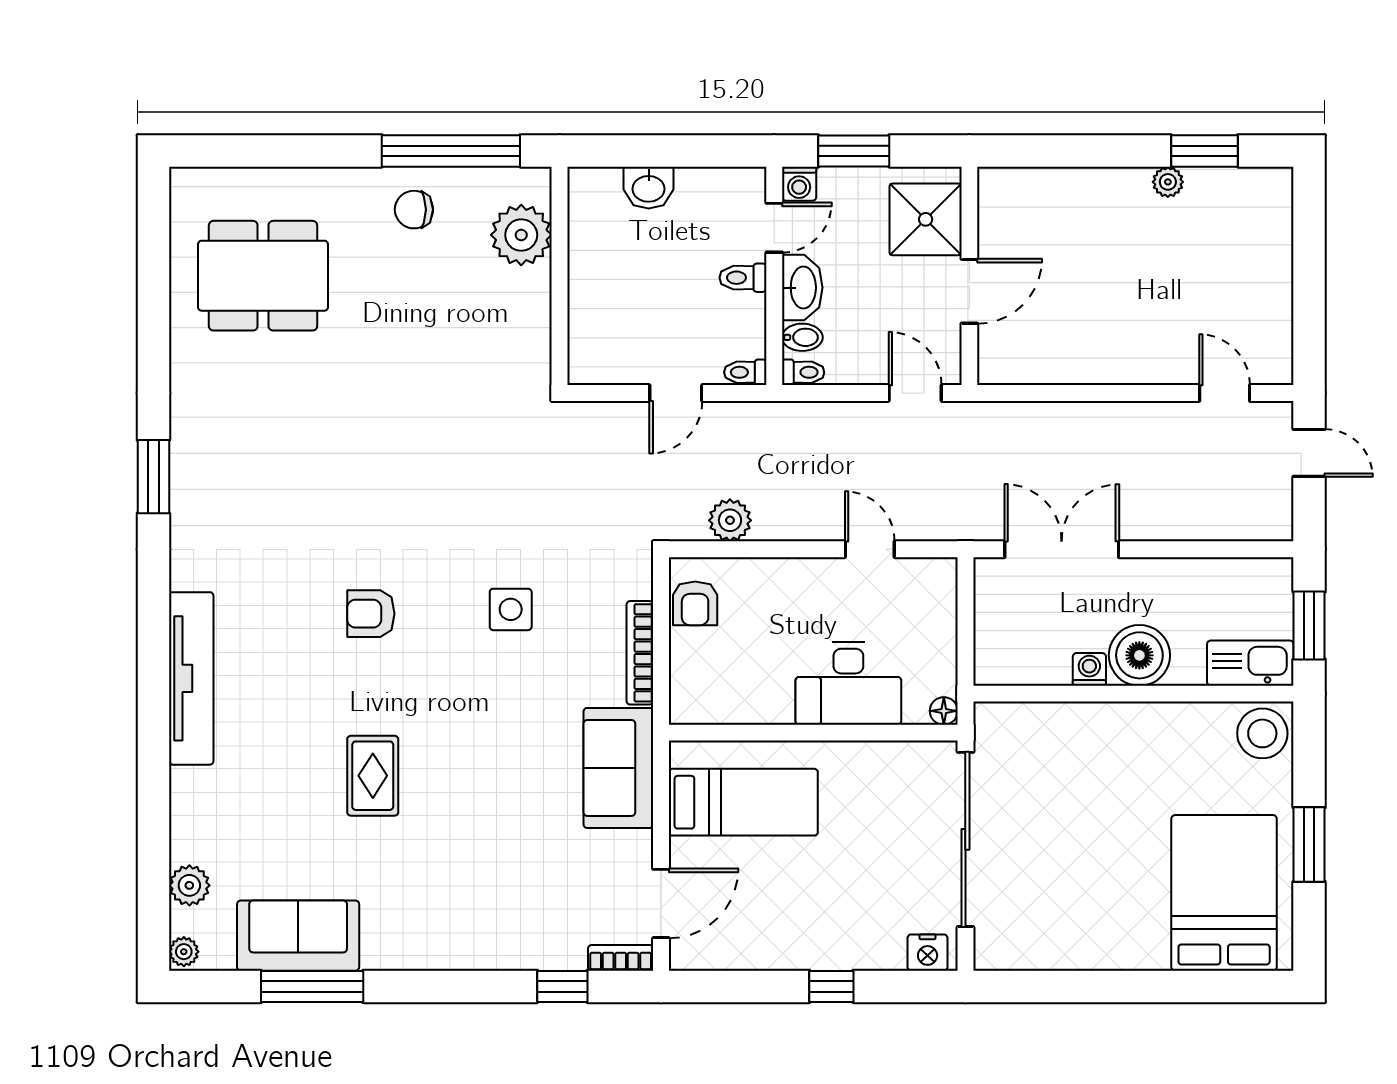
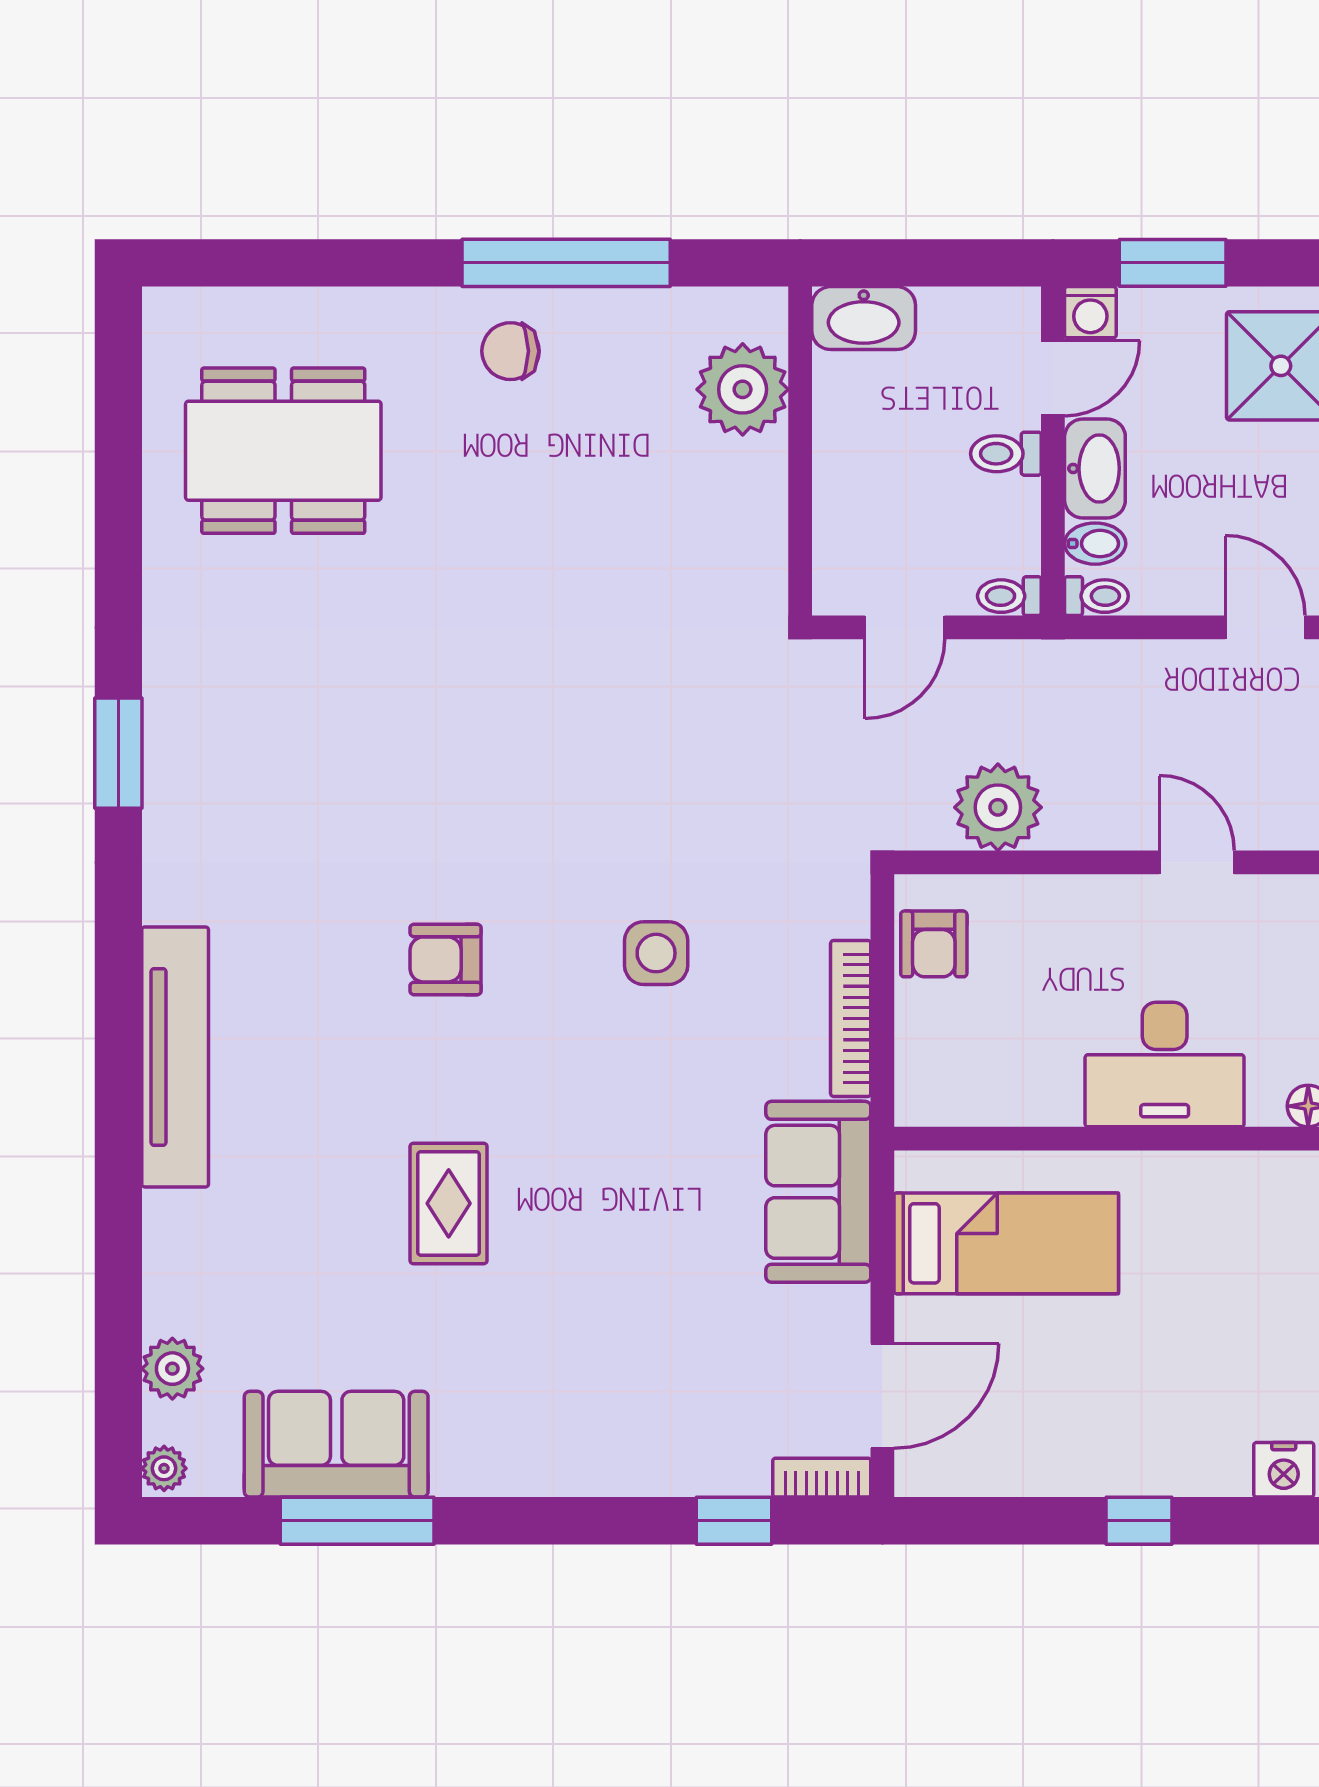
washbasin: (649, 188) -> (864, 318), width x1.38
plant: (521, 235) -> (743, 389), moved
wall: (559, 276) -> (800, 451), moved
plant: (730, 520) -> (998, 807), width x1.36, depth x1.36

